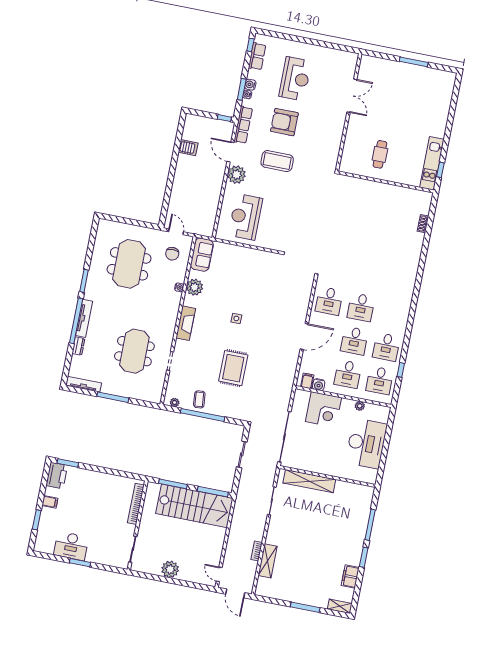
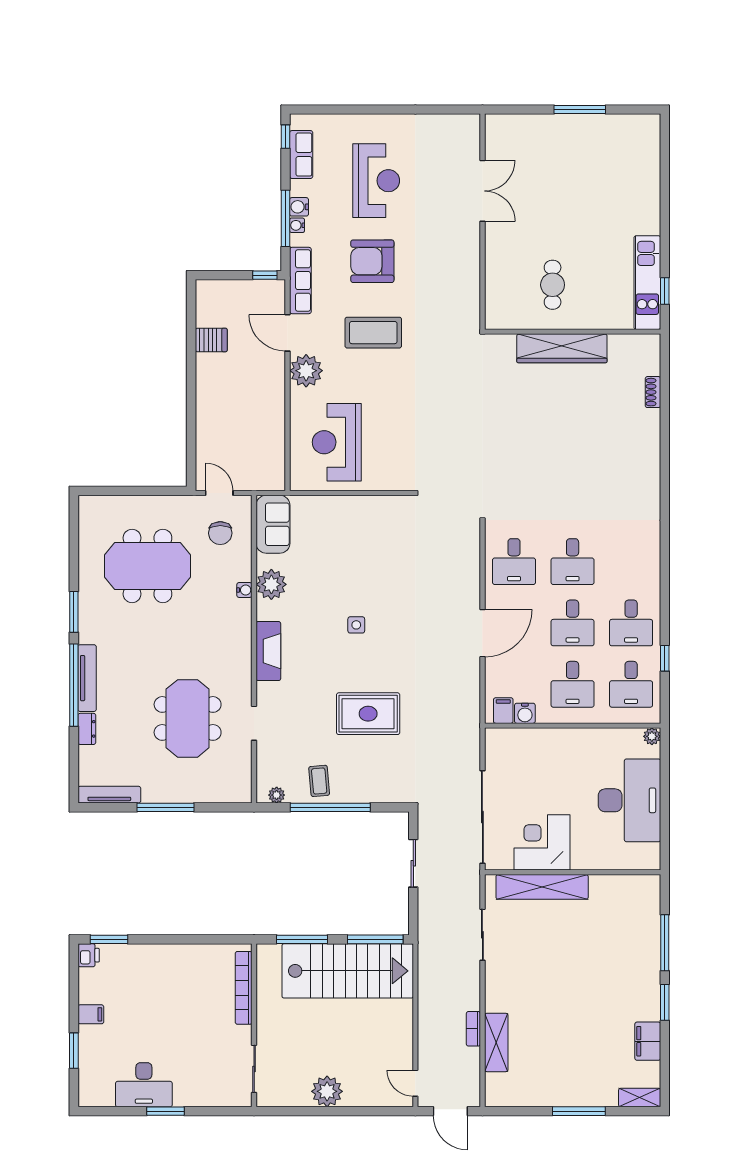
window: (242, 89) -> (285, 218), width x1.44
wardrobe: (378, 190) -> (562, 348), added
meeting table: (129, 264) -> (147, 566), turned 90
rug: (233, 368) -> (368, 714), turned 90
plant: (360, 406) -> (652, 736), moved
corner desk: (323, 410) -> (542, 842), moved, turned 180
printer: (57, 476) -> (89, 955), width x0.53, depth x0.68

